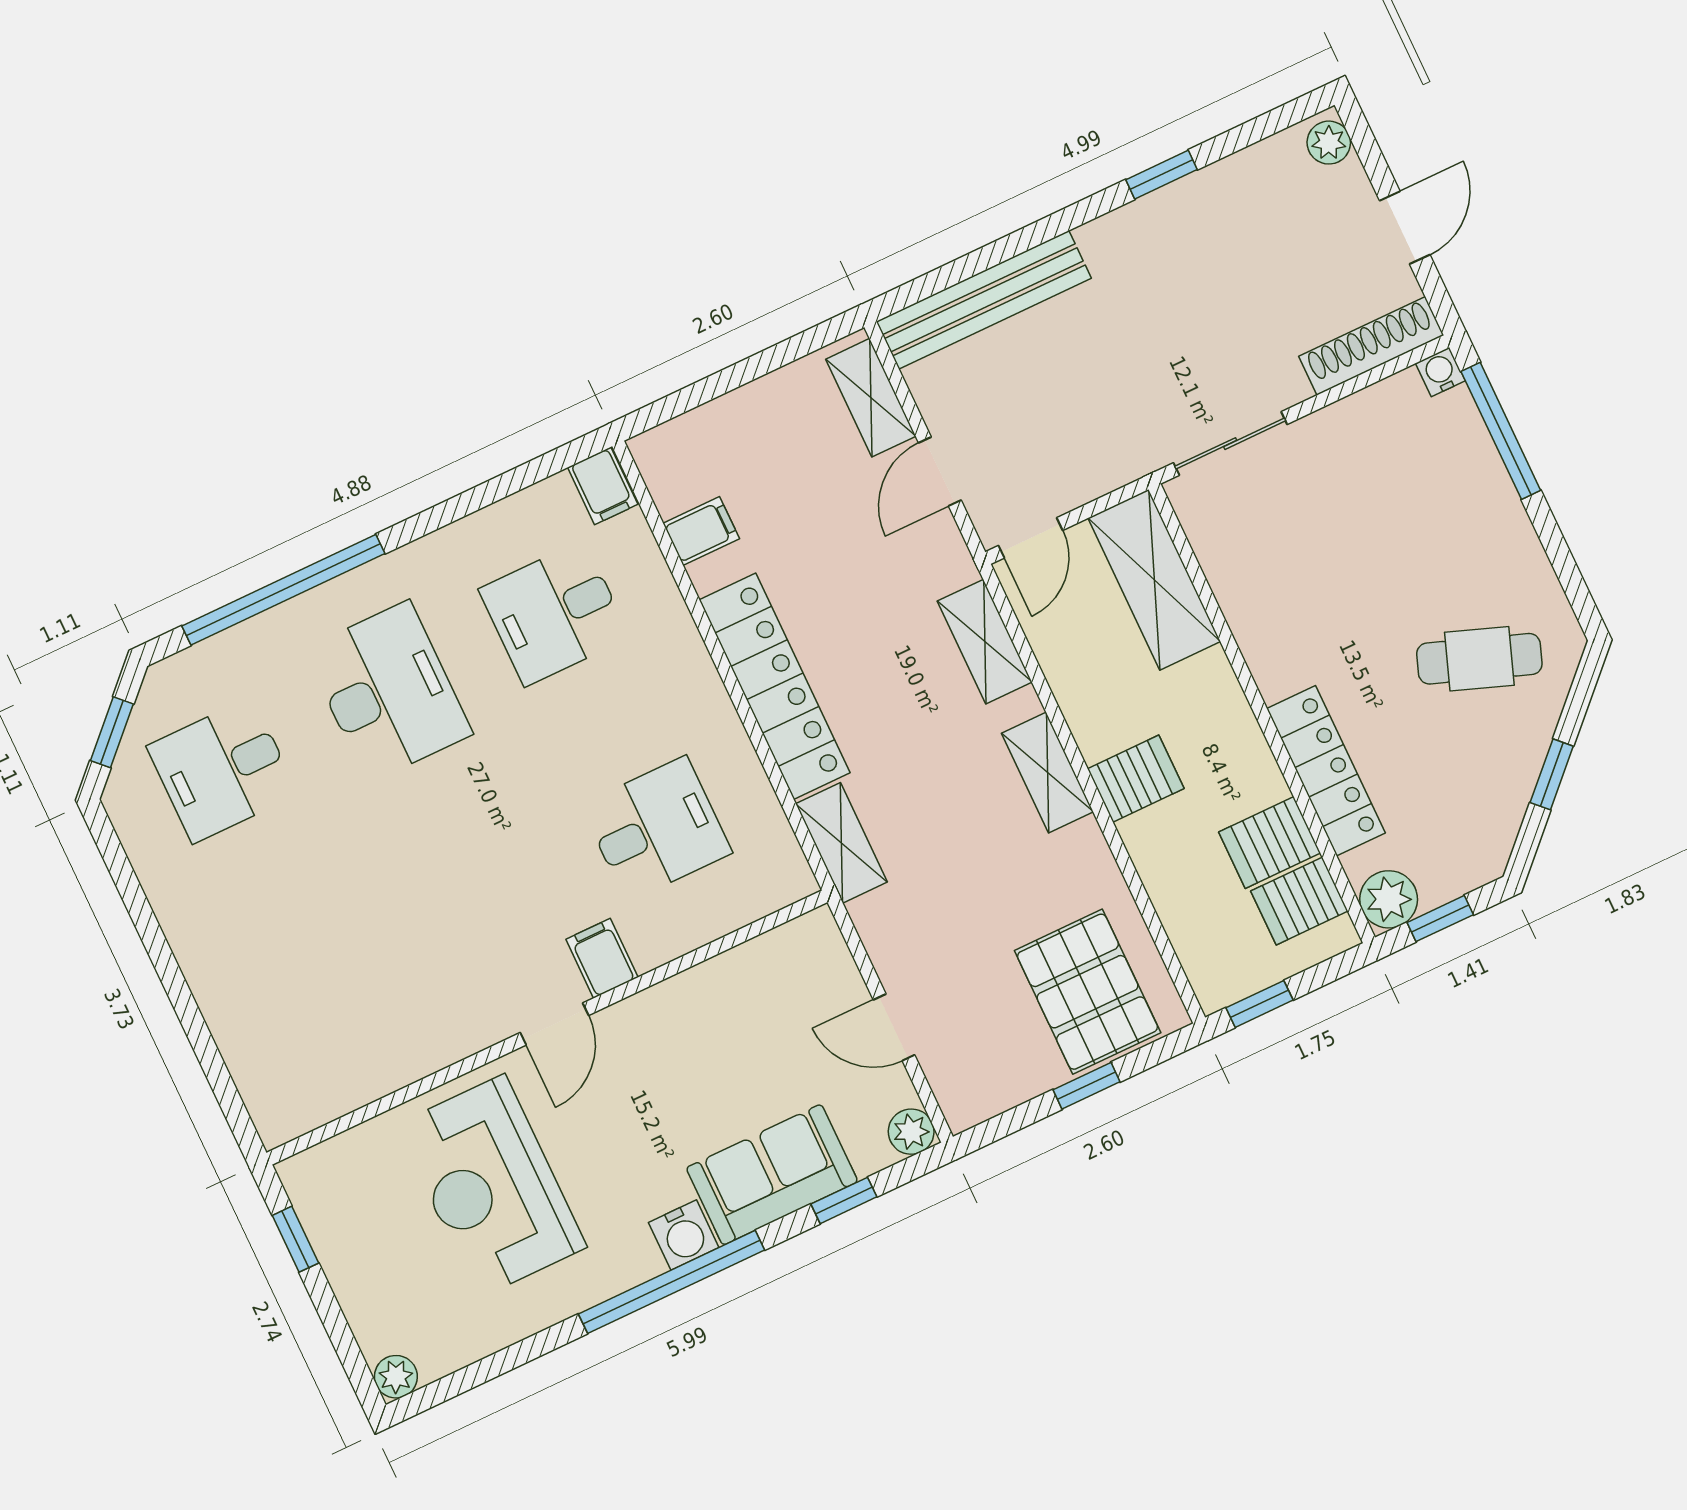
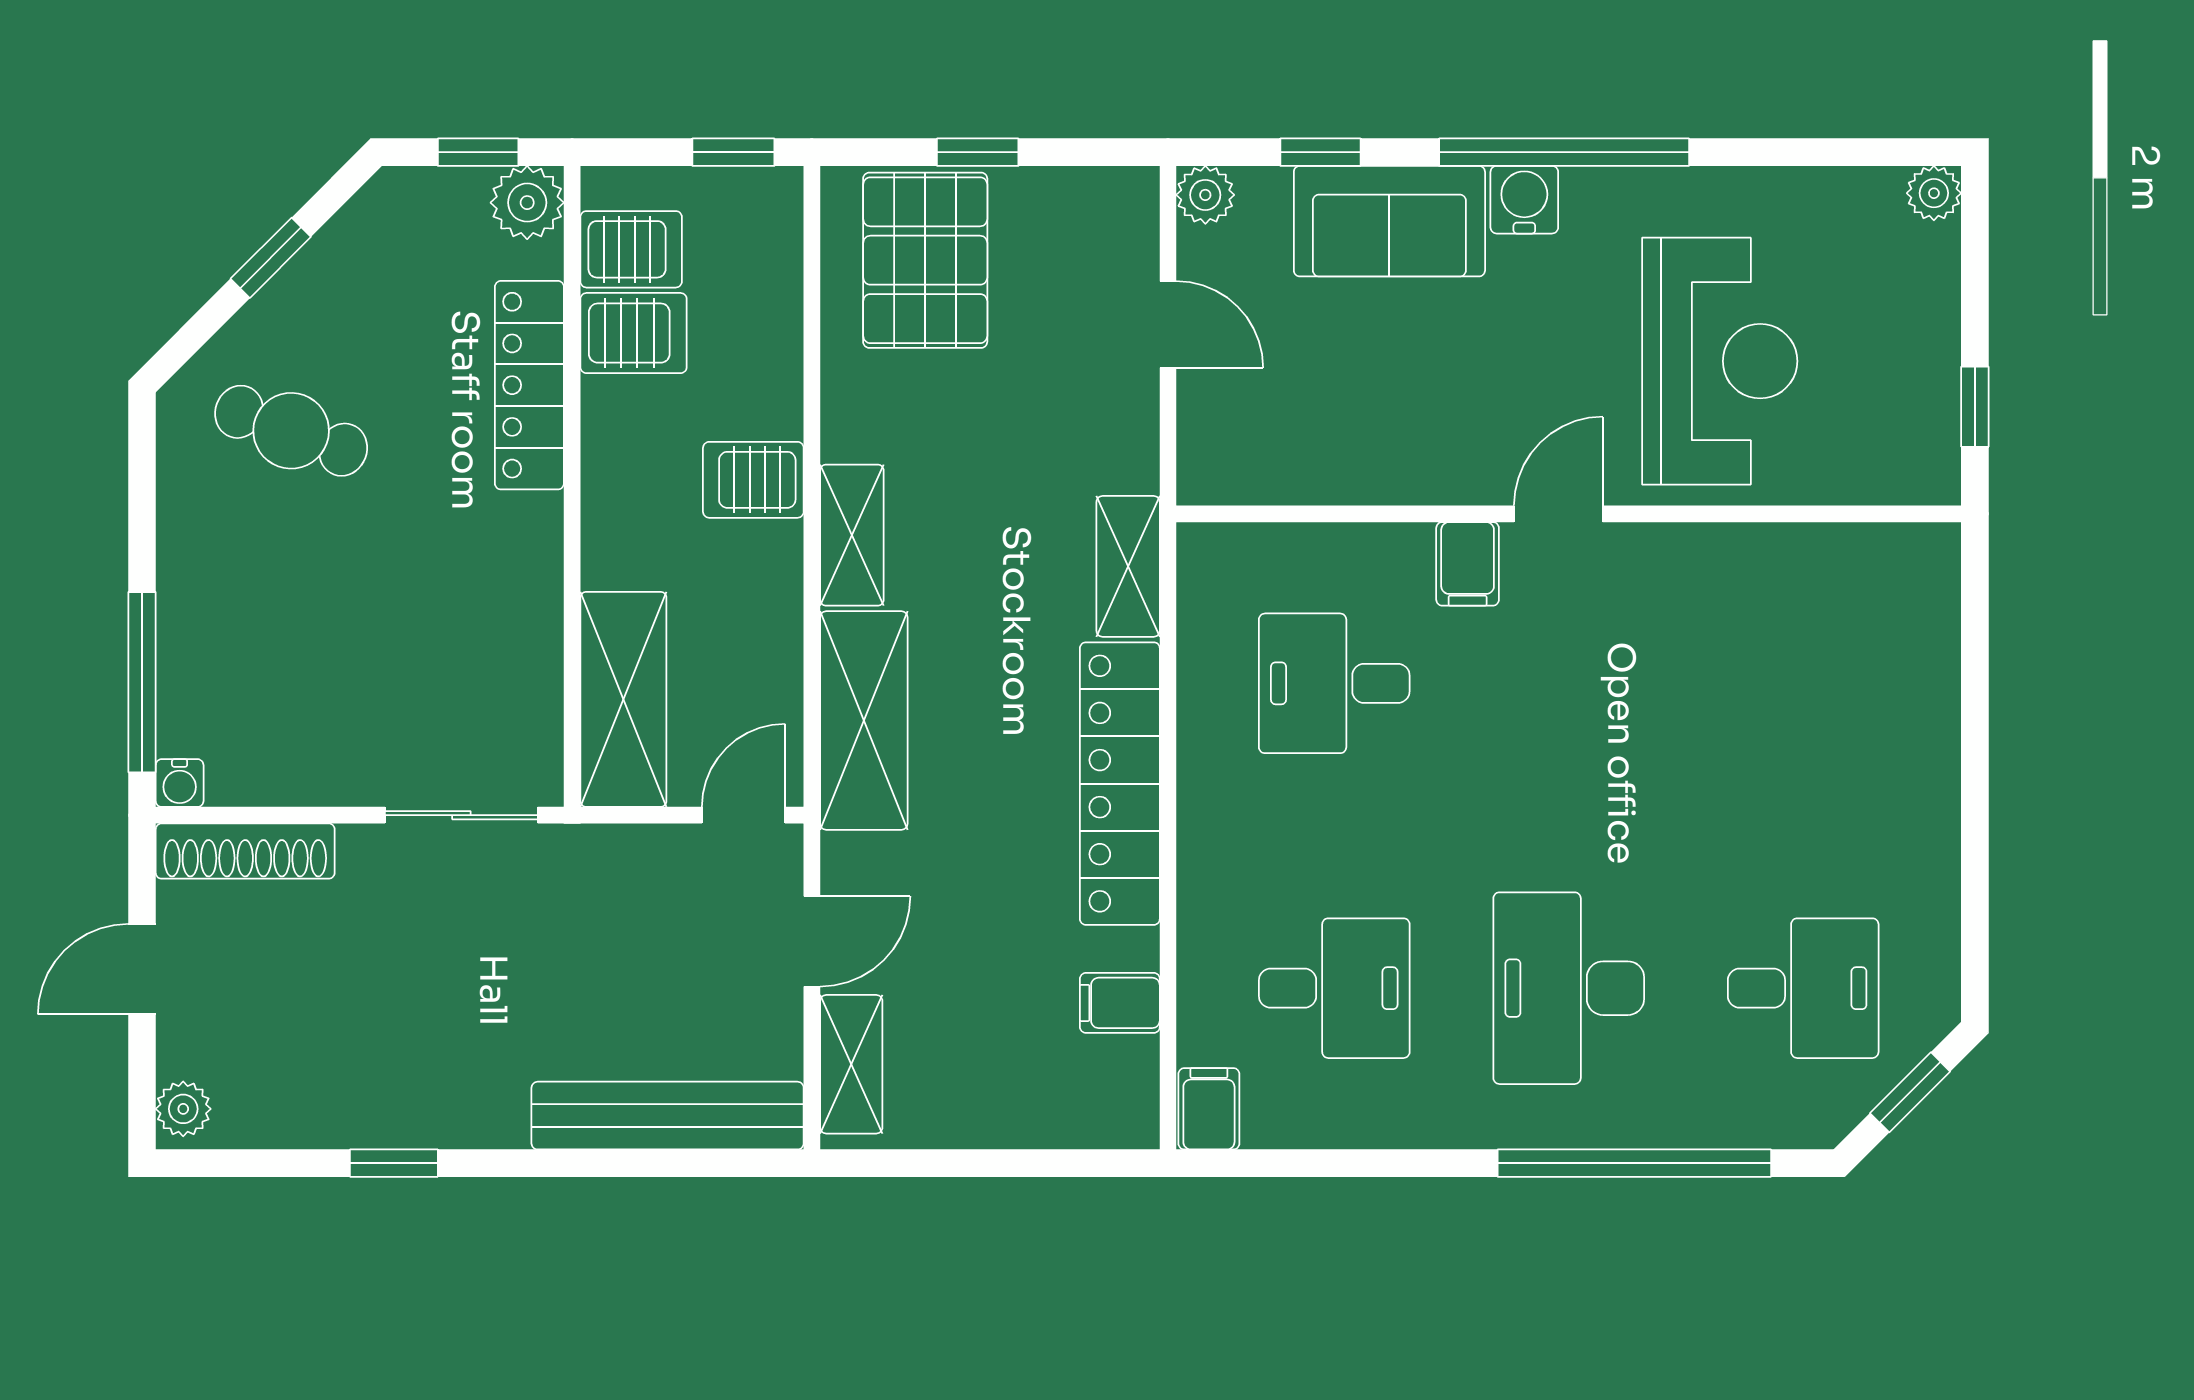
shelving: (985, 642) -> (864, 721), width x1.50, depth x1.33

